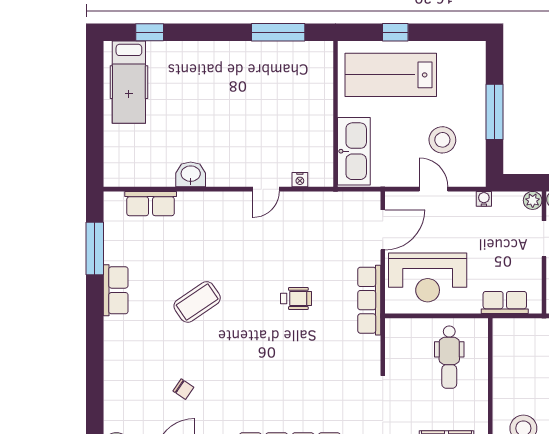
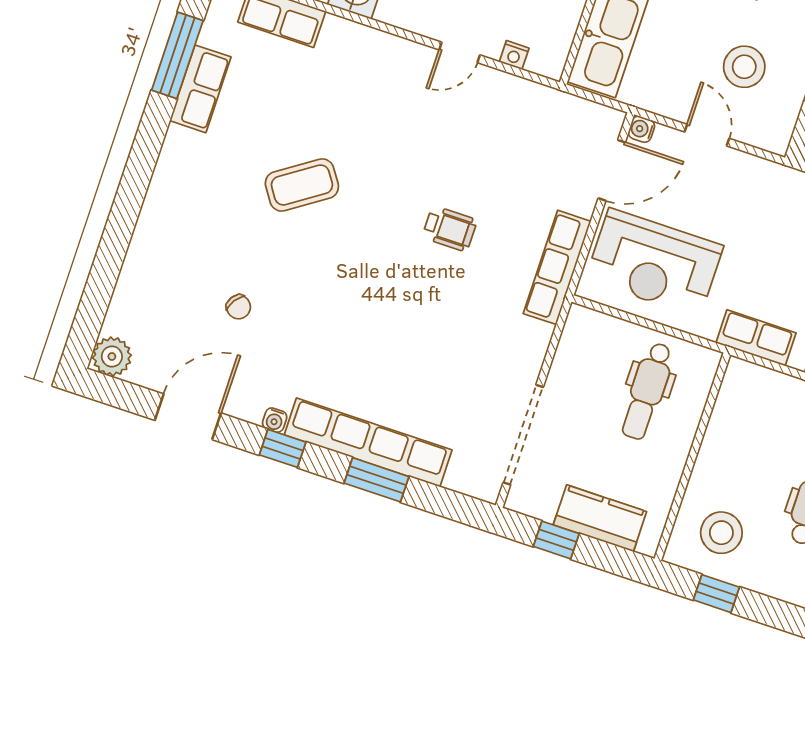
water cooler: (484, 199) -> (641, 129), moved, turned -90
row of seats: (116, 290) -> (200, 89), moved

